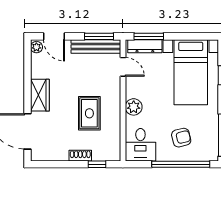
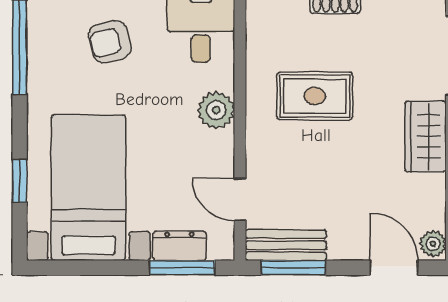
bench: (96, 46) -> (286, 245), width x0.73
dresser: (145, 46) -> (179, 246), width x0.70
rug: (89, 113) -> (315, 96), turned 90

